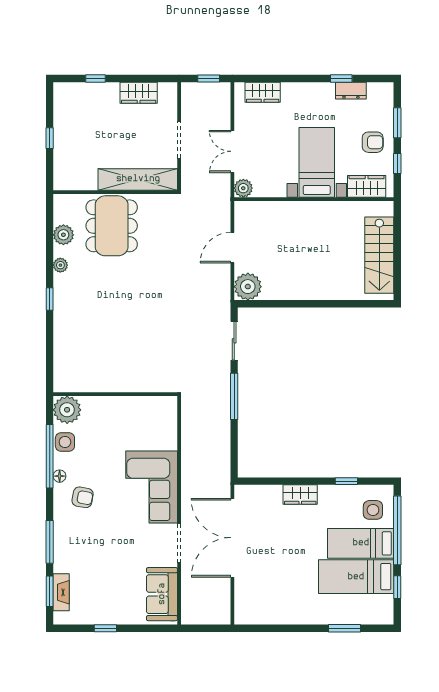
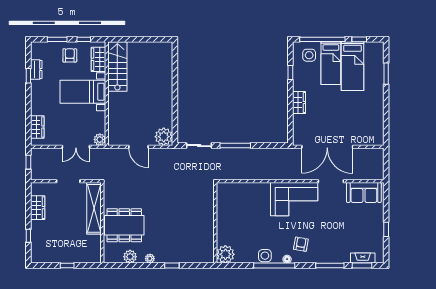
stairs: (379, 255) -> (117, 67), moved, turned -90
wall: (115, 394) -> (215, 223), moved
plant: (67, 410) -> (225, 254), moved

